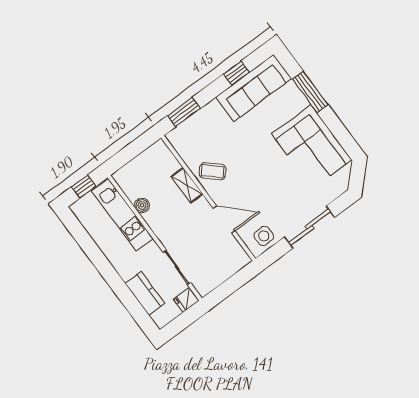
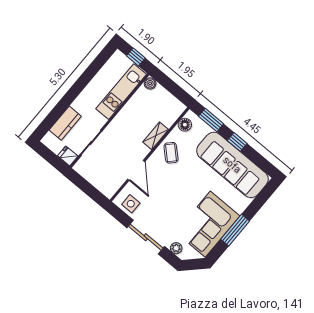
window: (236, 73) -> (237, 142), moved
sofa: (254, 88) -> (232, 165), width x1.36, depth x1.27
window: (310, 92) -> (235, 230), moved
floor lamp: (182, 146) -> (185, 125), added
plant: (332, 193) -> (176, 248), added
boiler: (142, 205) -> (150, 83), moved

